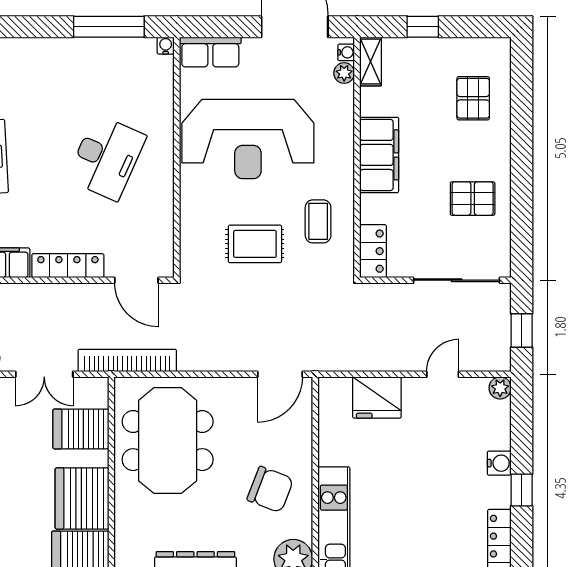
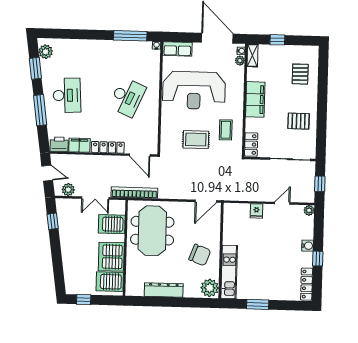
fridge: (377, 397) -> (256, 211), width x0.53, depth x0.75

